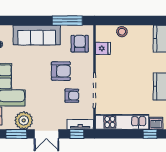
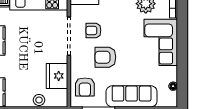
fridge: (103, 48) -> (57, 76), width x1.88, depth x1.34

